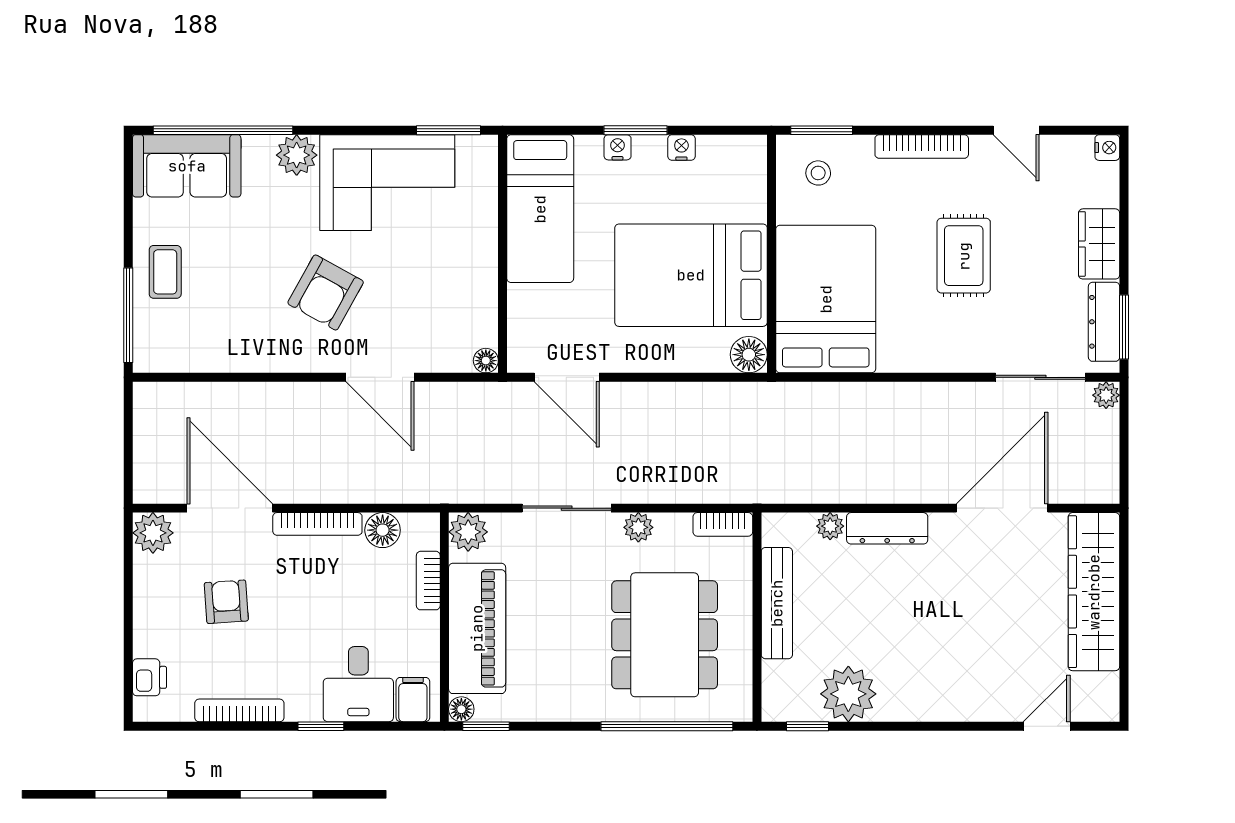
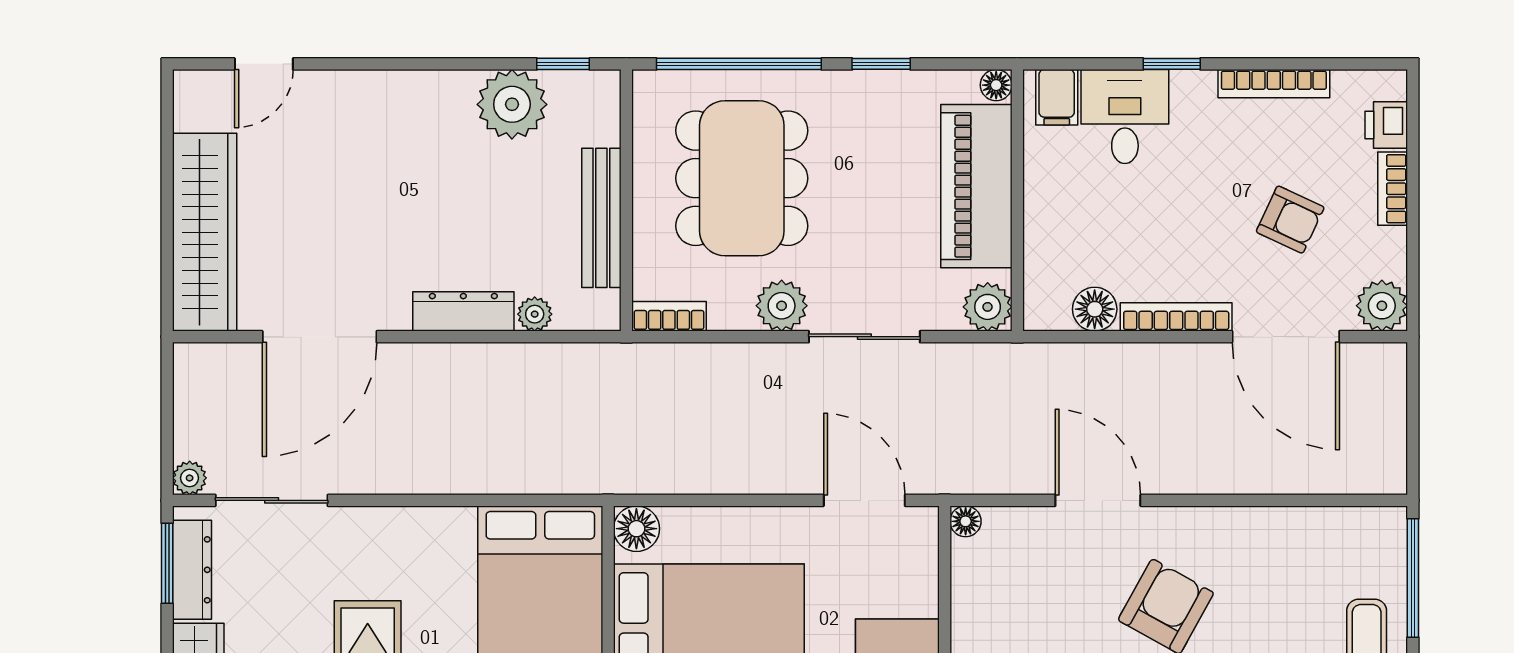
plant: (638, 527) -> (782, 306), width x1.38, depth x1.38
bookcase: (428, 581) -> (1393, 189), moved, turned 180
armchair: (226, 602) -> (1290, 220), turned -61
window: (486, 726) -> (881, 64), moved

